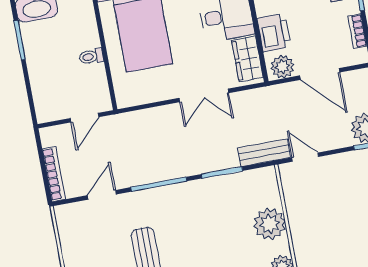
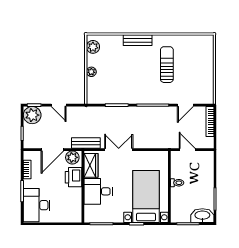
door: (320, 74) -> (52, 150), swing flipped
door: (85, 118) -> (187, 150), hinge flipped
bench: (264, 153) -> (86, 143), moved
door: (305, 157) -> (59, 105), moved
plant: (270, 224) -> (91, 72), width x0.53, depth x0.53

